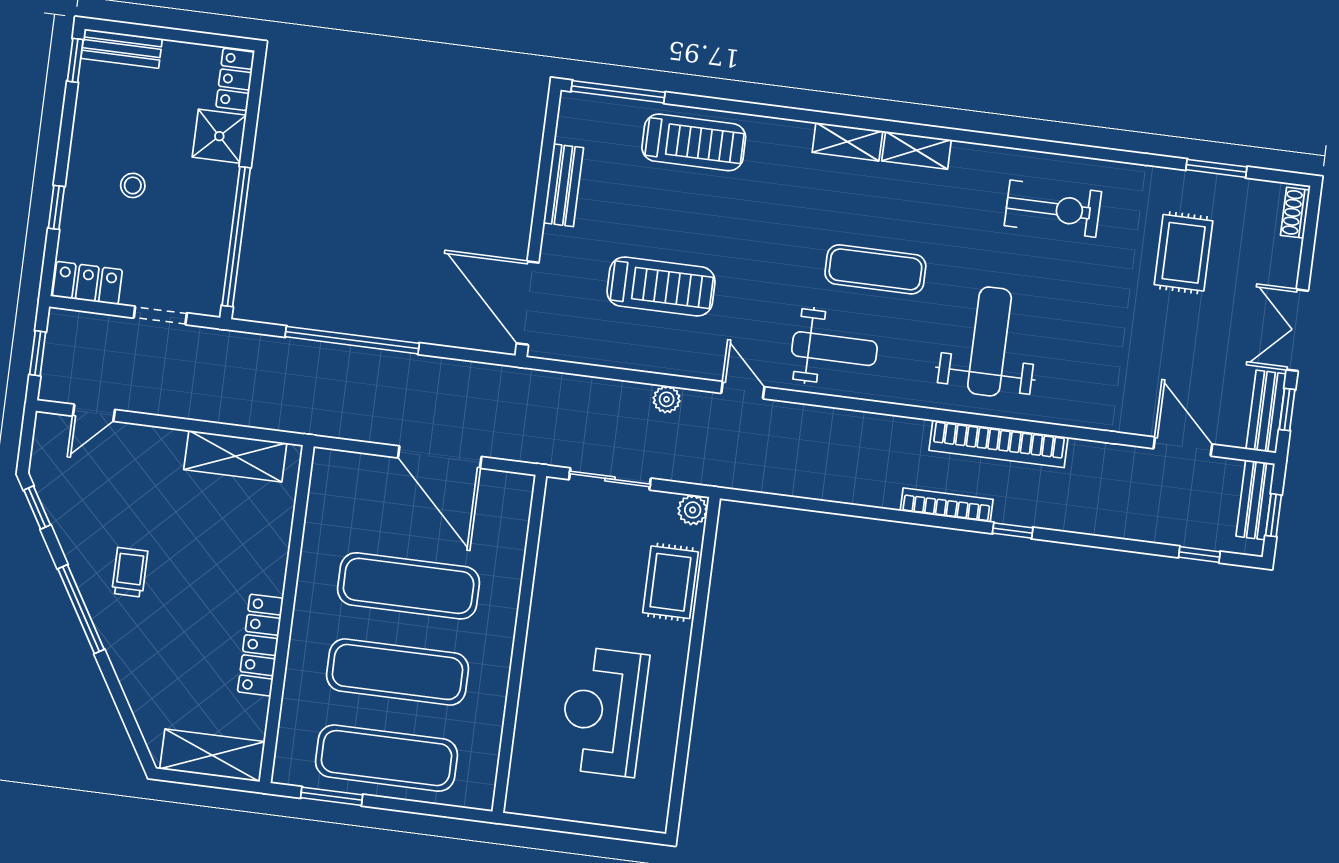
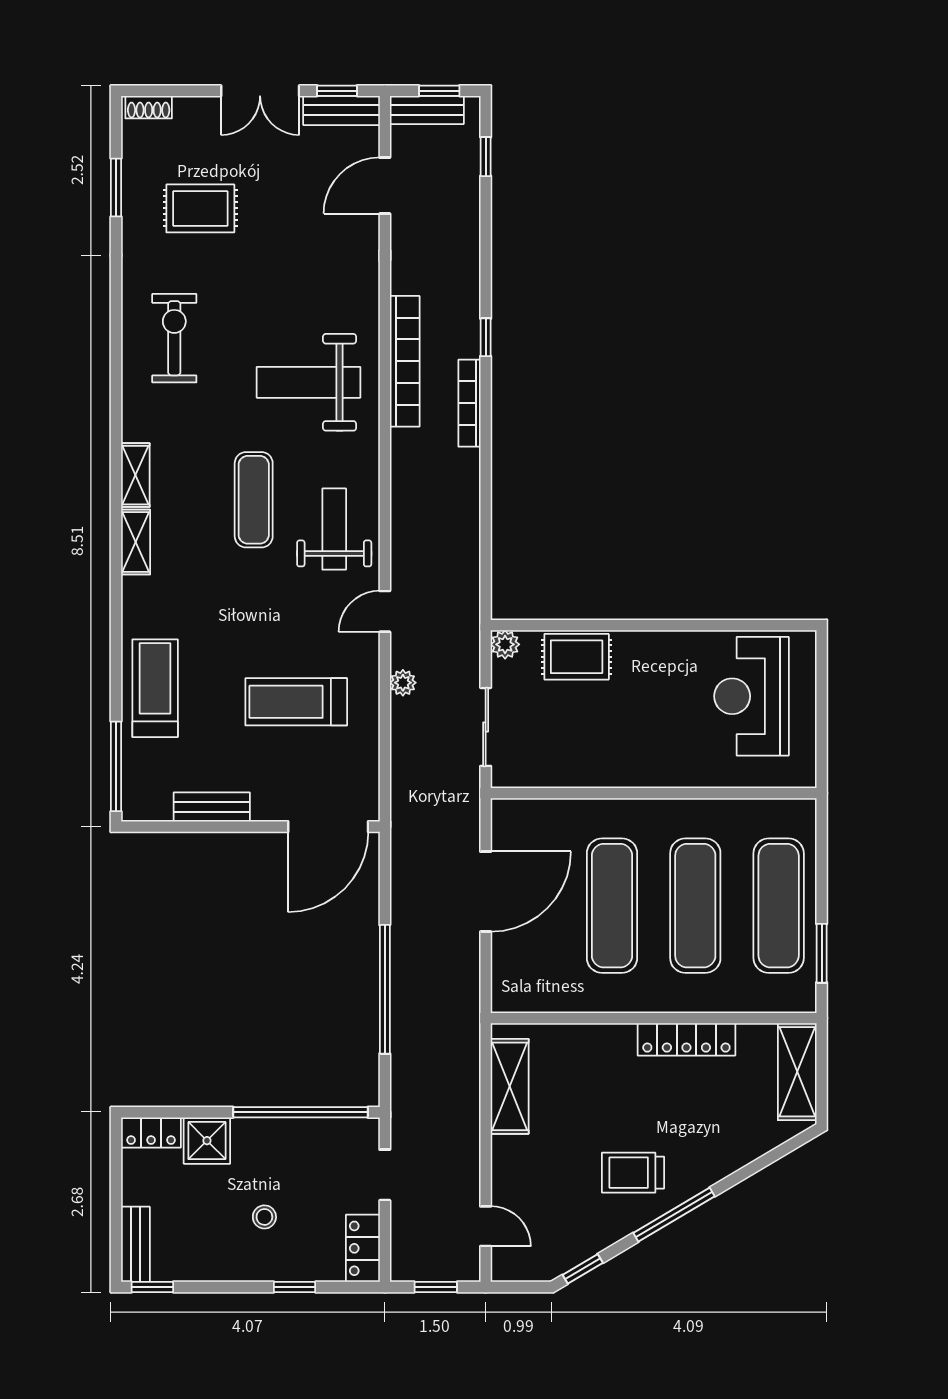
treadmill: (661, 287) -> (296, 702), turned -90
trolley: (130, 572) -> (633, 1173), width x1.36, depth x1.39
reception desk: (604, 712) -> (752, 696), moved, turned 90

